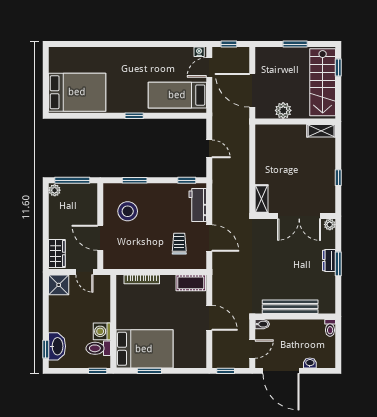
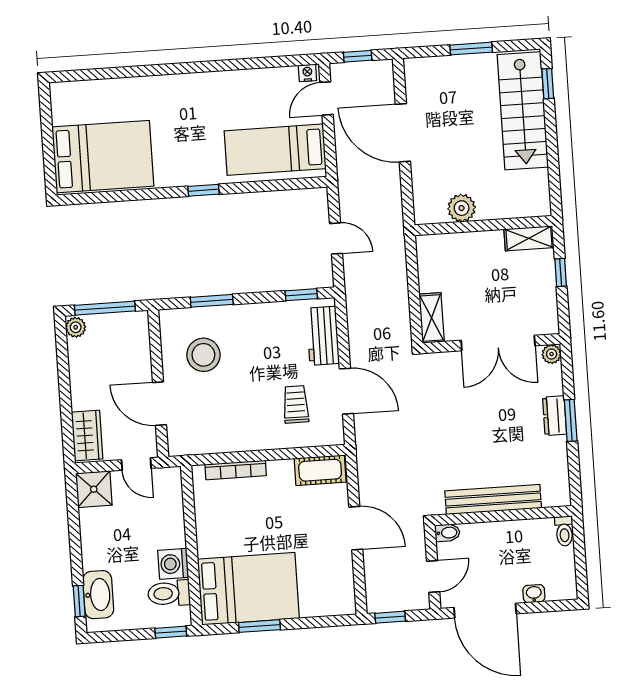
plant: (283, 110) -> (462, 208), moved
wall: (295, 121) -> (483, 226), moved
shelving: (321, 131) -> (529, 238), moved

